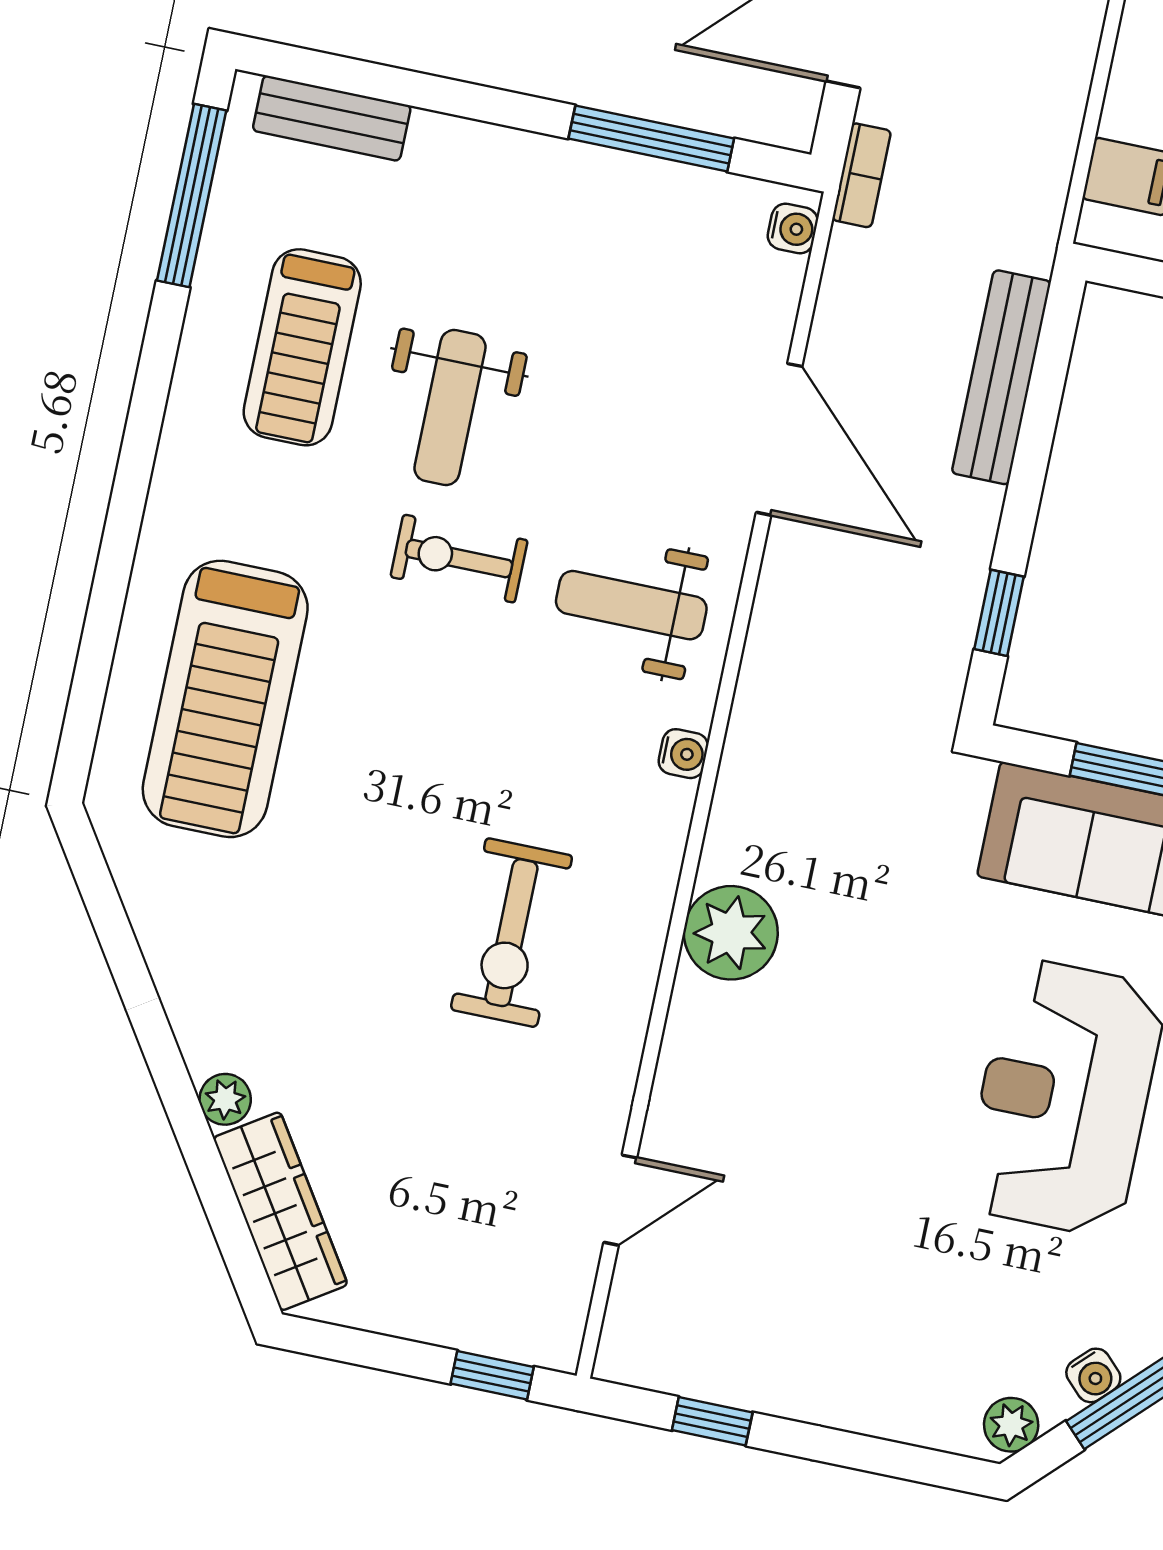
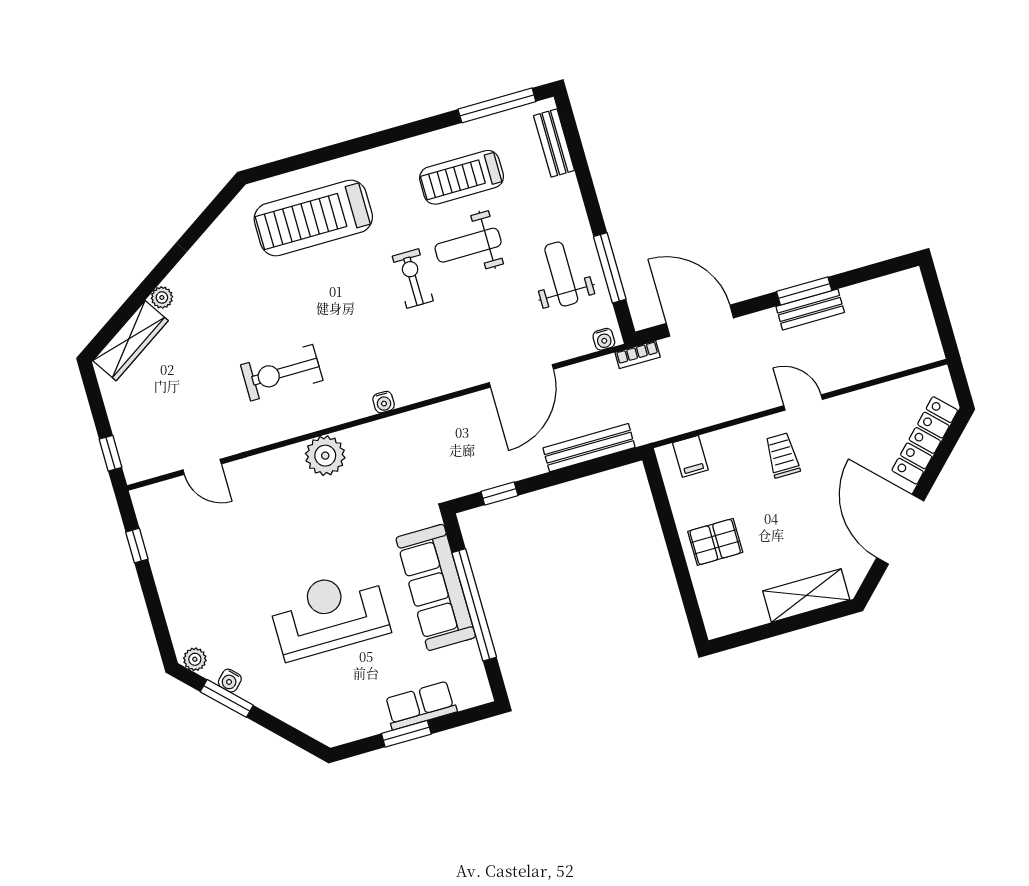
weight bench: (631, 605) -> (561, 274), moved

